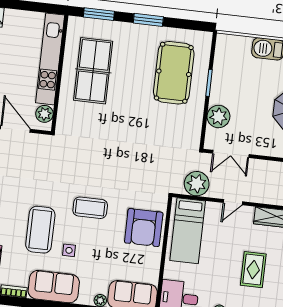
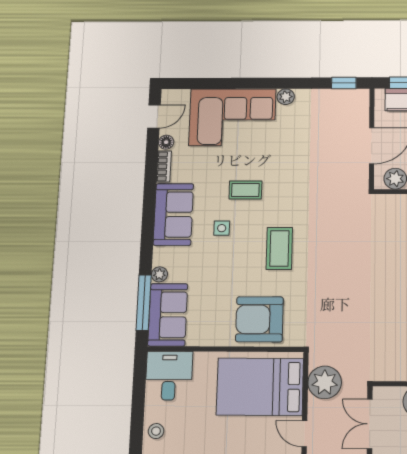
coffee table: (40, 230) -> (245, 190), width x0.54, depth x0.58
bed: (188, 231) -> (260, 387), width x1.50

